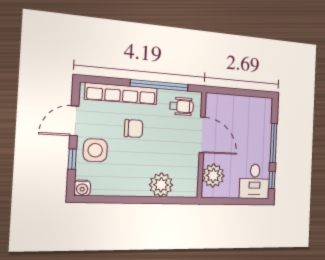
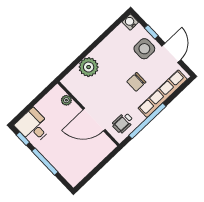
plant: (213, 176) -> (66, 100), width x0.53, depth x0.53

